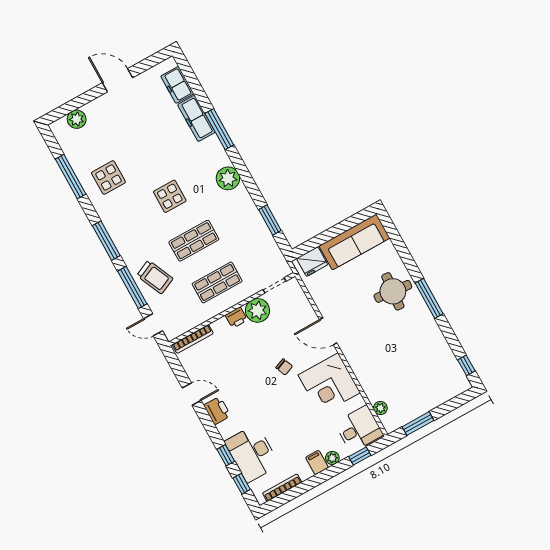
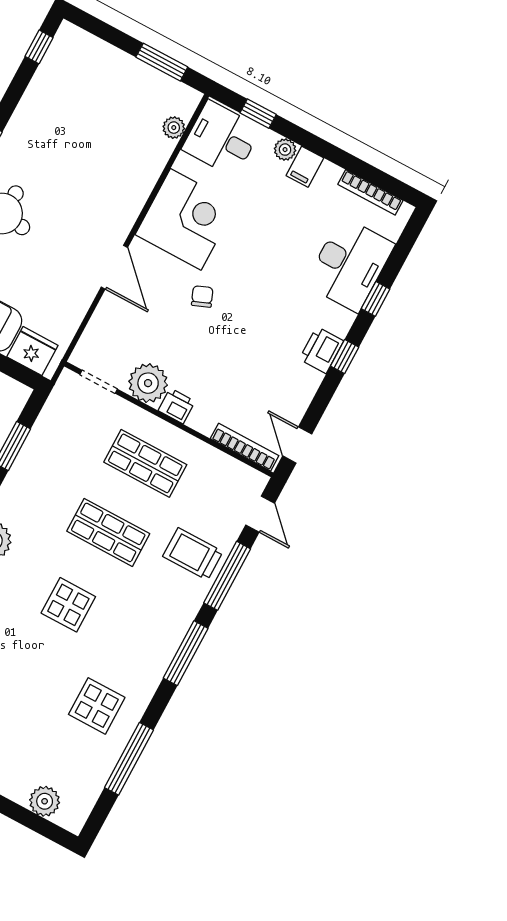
trolley: (155, 277) -> (193, 554), turned -66
door: (192, 394) -> (297, 445), moved
window: (242, 484) -> (345, 357), moved

